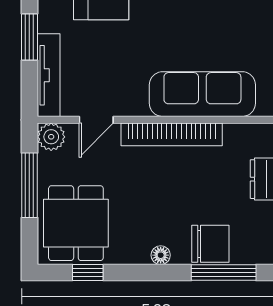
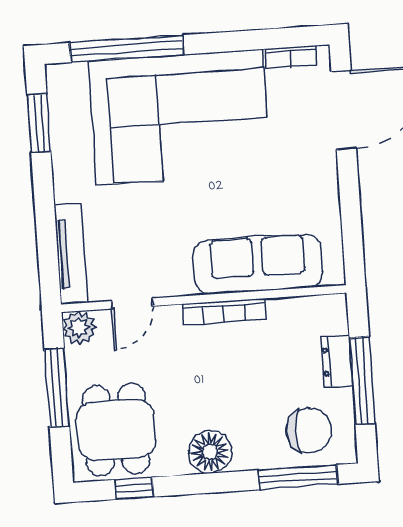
window: (29, 37) -> (45, 209), removed
bookcase: (172, 134) -> (224, 312), width x0.68, depth x0.76
chair: (210, 244) -> (309, 430), moved
floor lamp: (161, 255) -> (210, 452), width x1.89, depth x1.89

